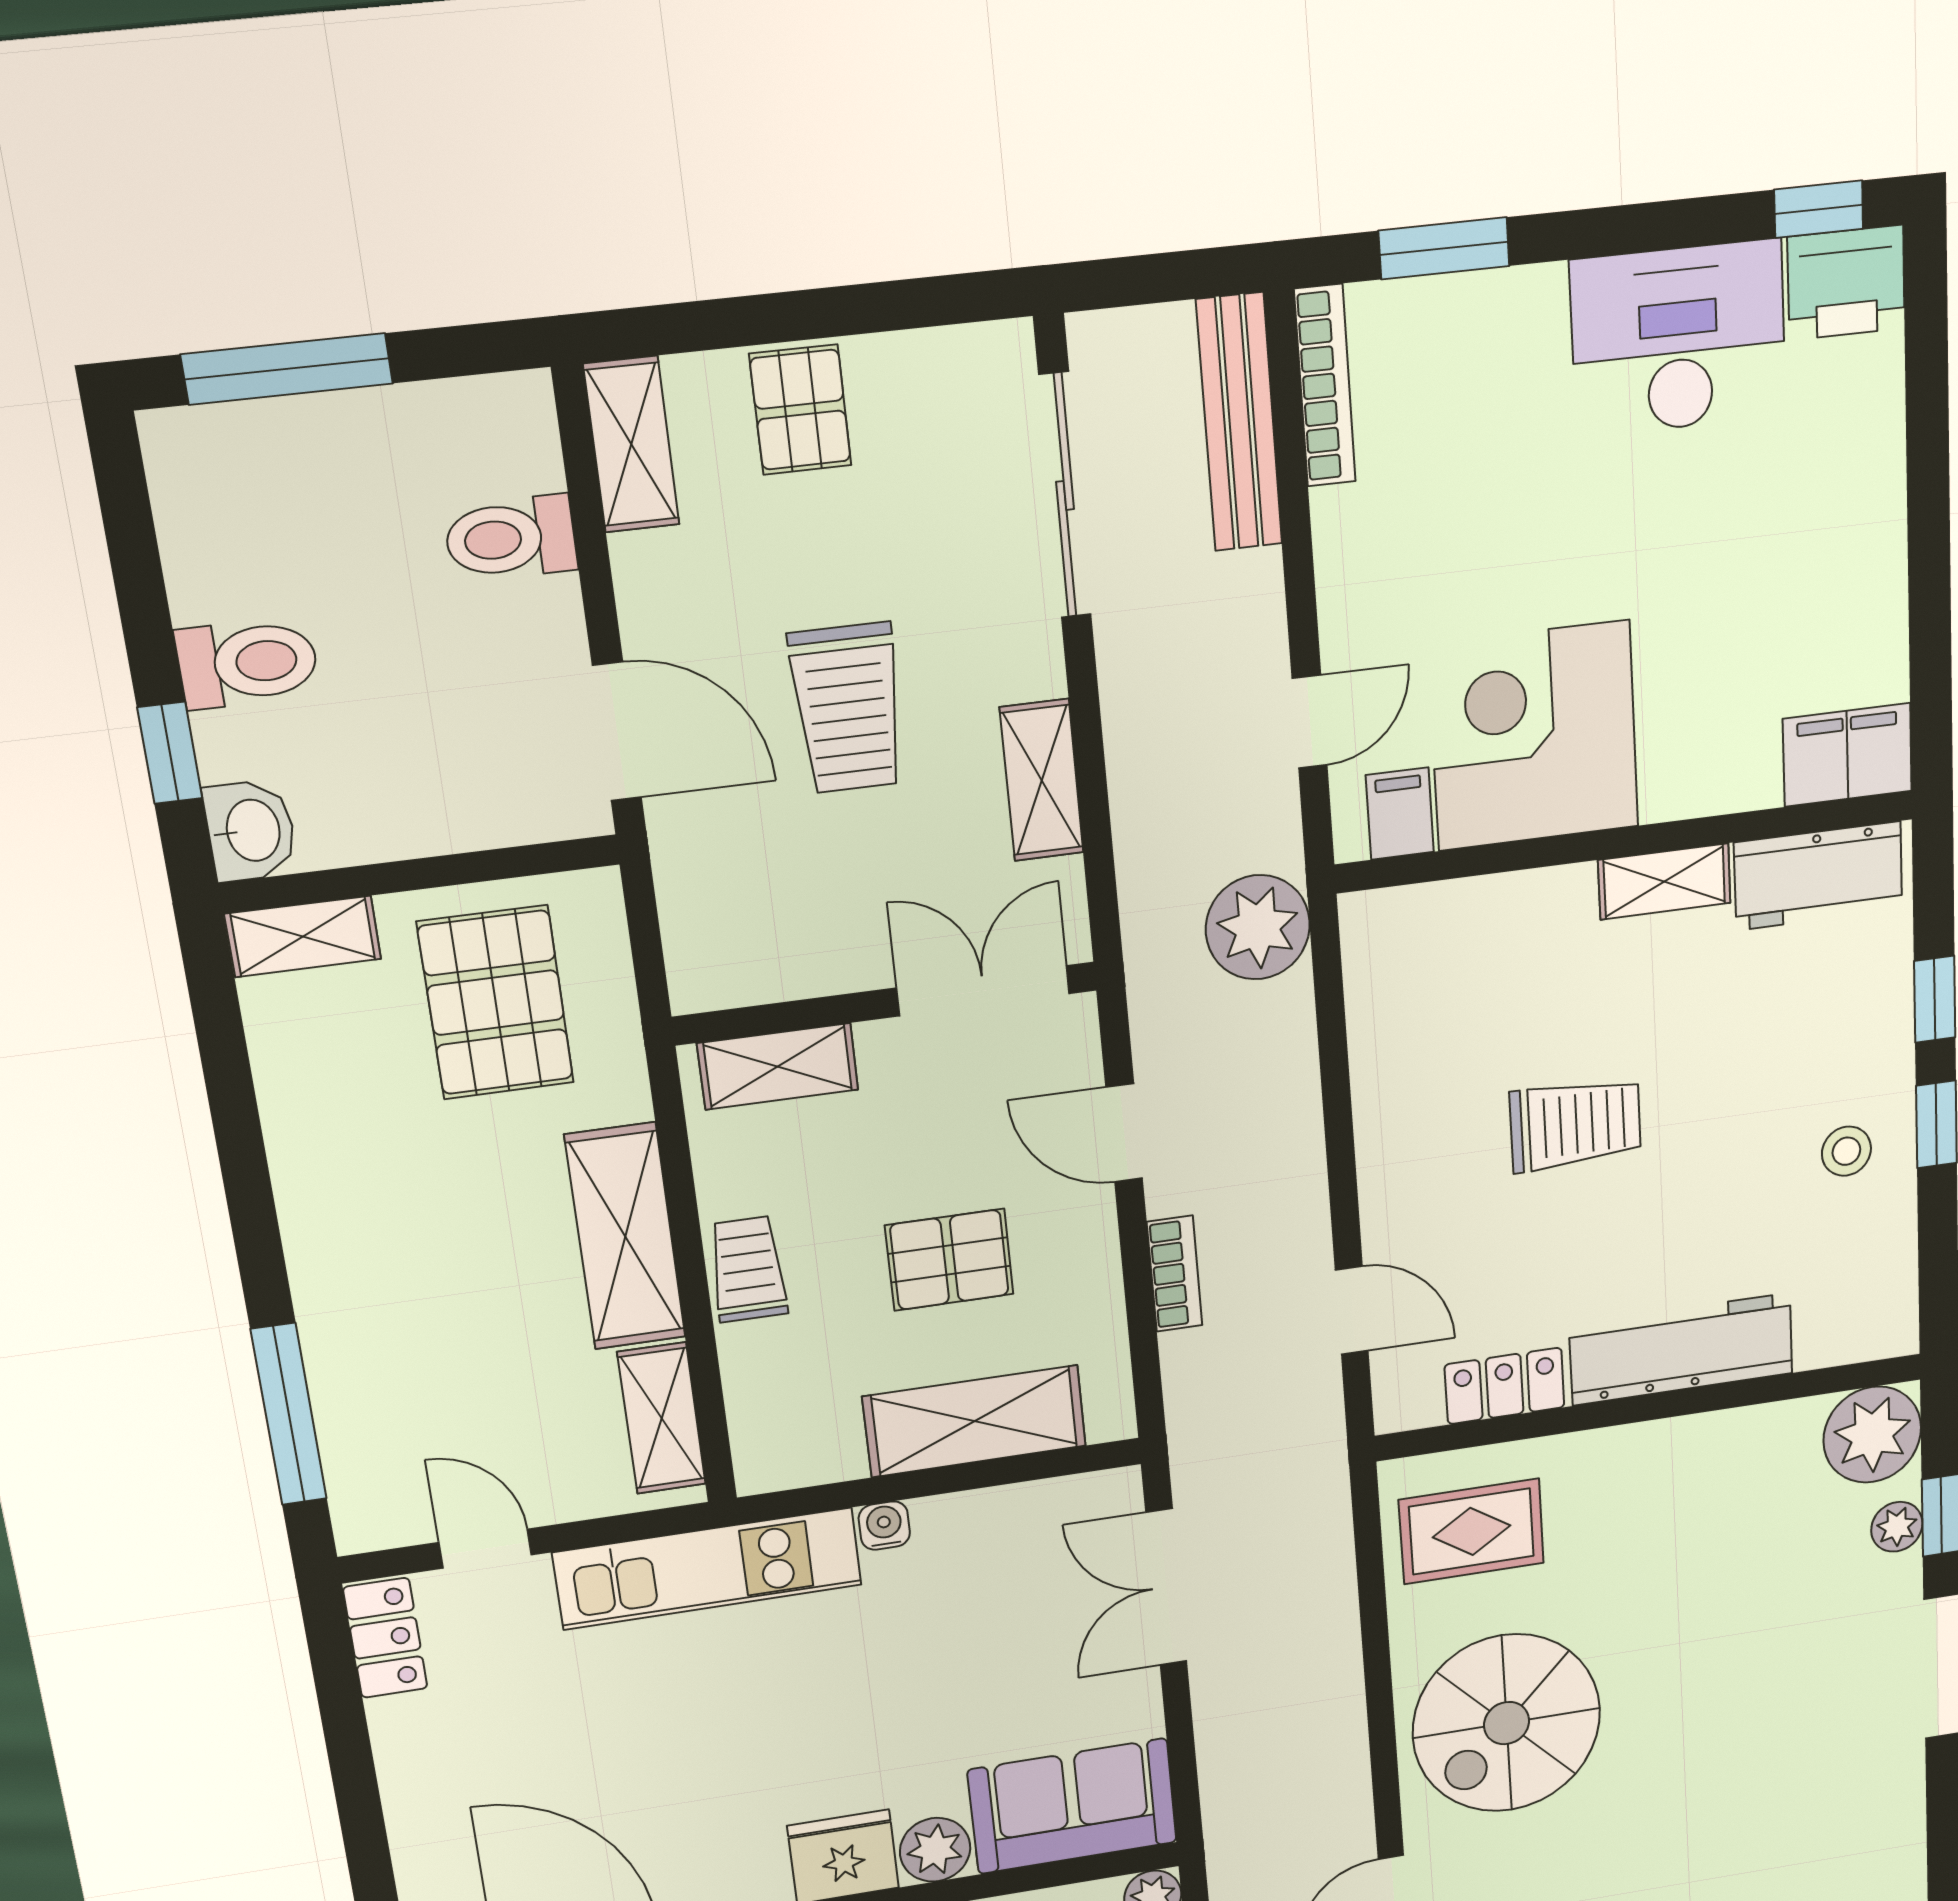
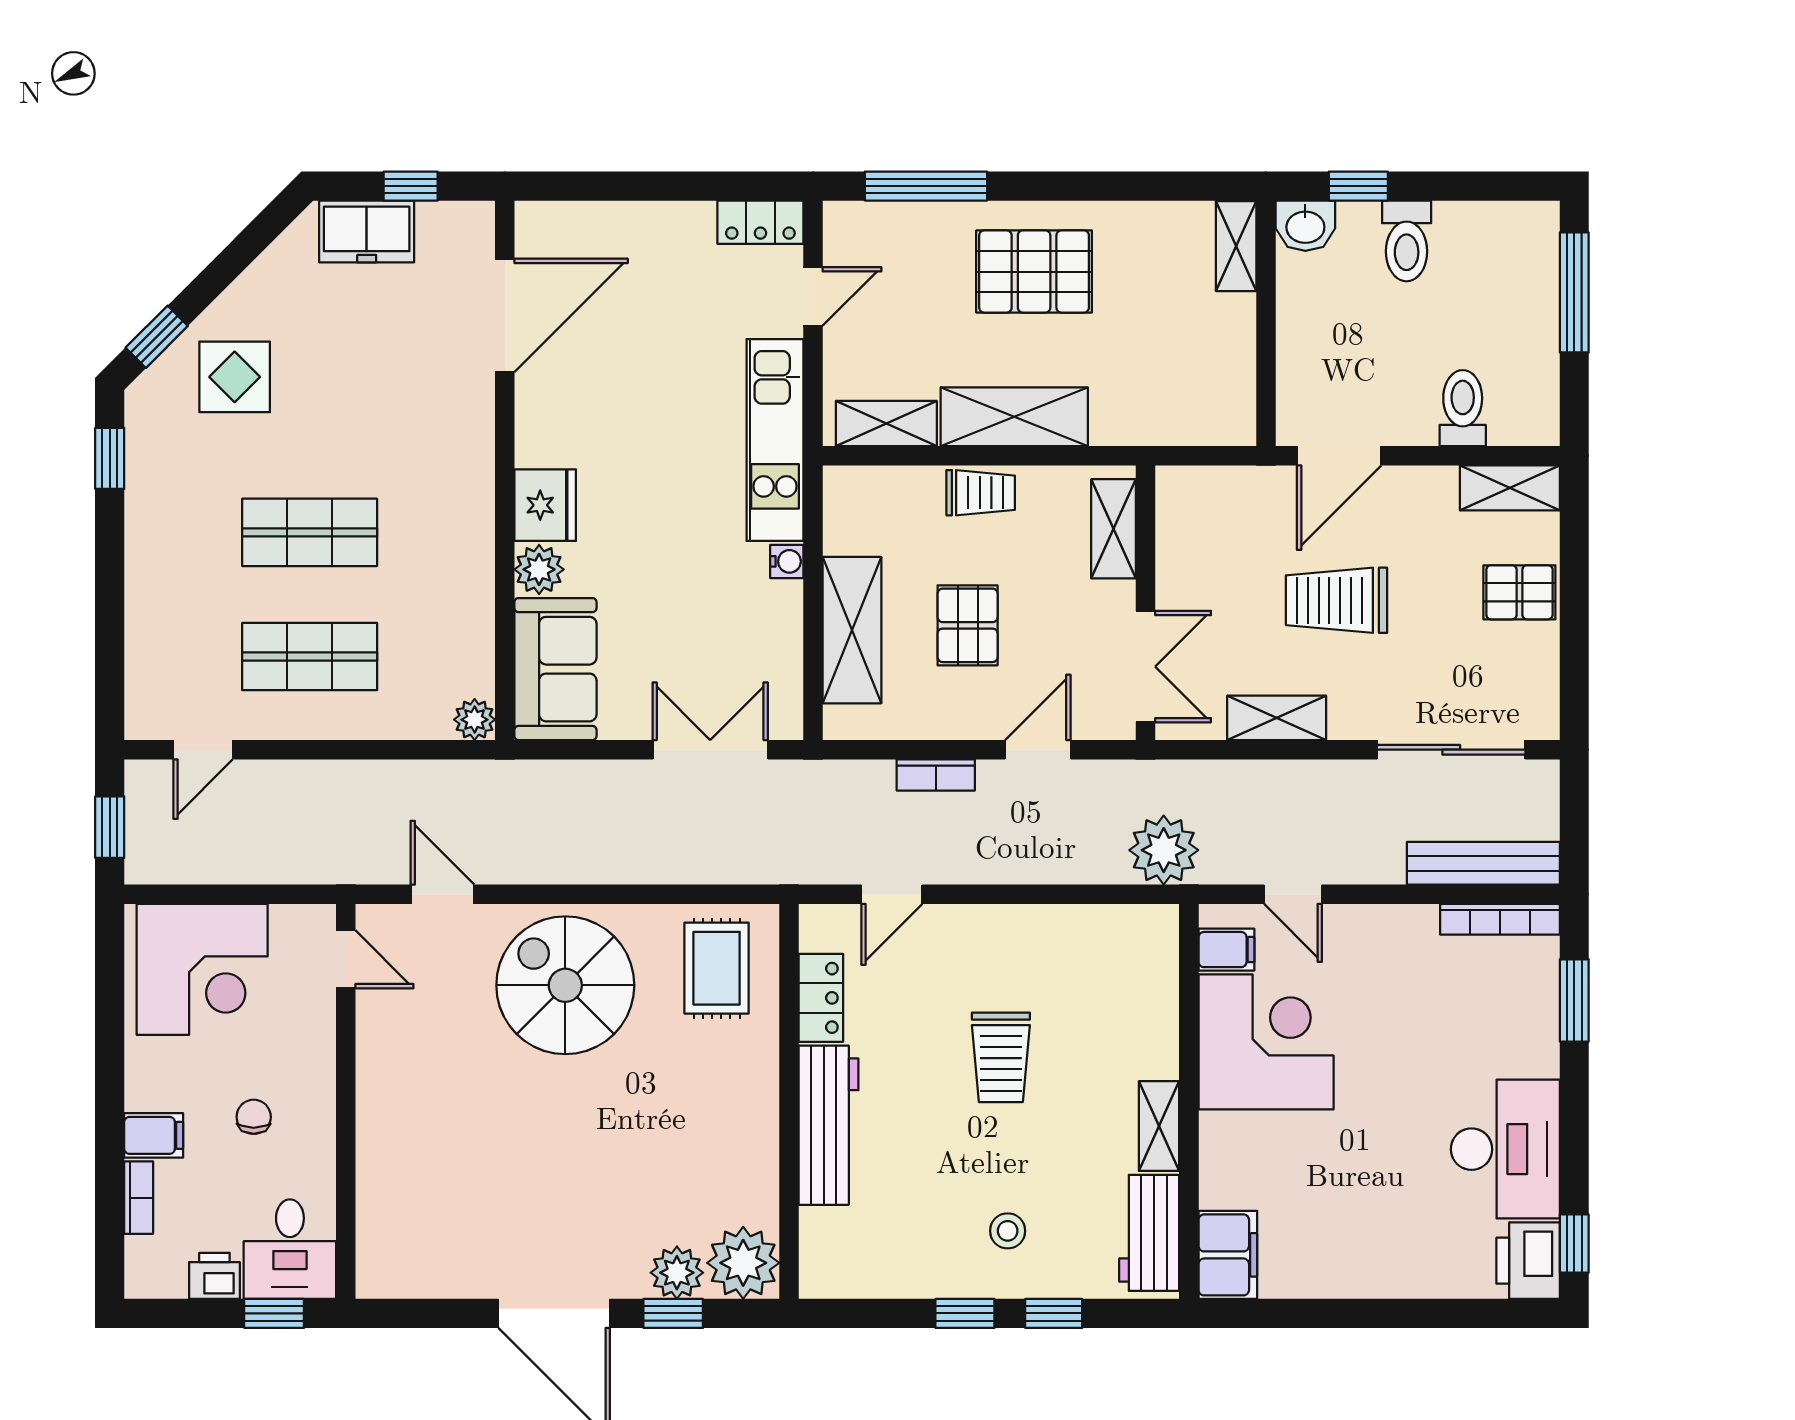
pallet: (496, 1003) -> (1034, 272), moved
stool: (1846, 1151) -> (1008, 1231), moved
plant: (1897, 1527) -> (677, 1273), width x1.38, depth x1.38

